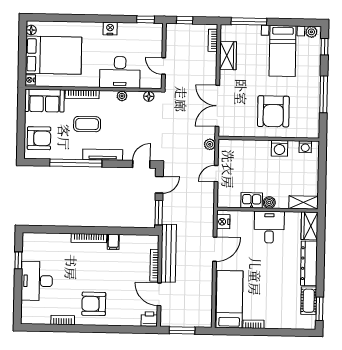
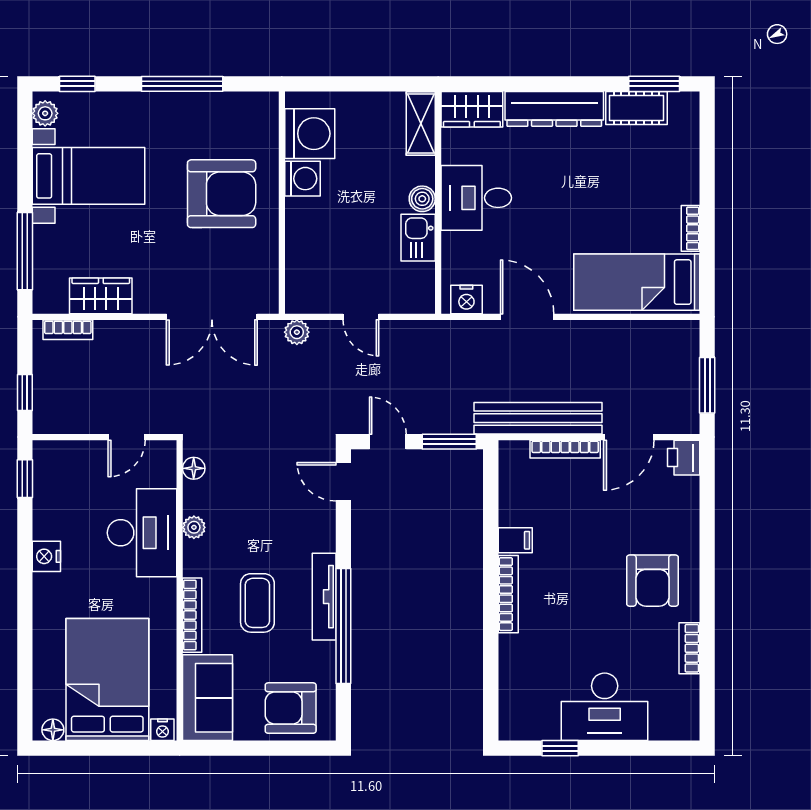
armchair: (39, 138) -> (291, 708), turned -90
washing machine: (305, 147) -> (310, 134), width x1.89, depth x1.89
tv unit: (103, 155) -> (324, 597), moved

